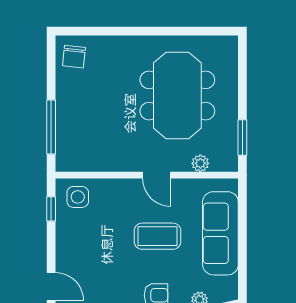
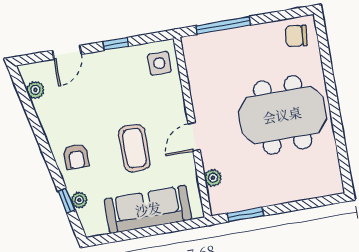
meeting table: (177, 96) -> (282, 115), moved
window: (51, 209) -> (116, 44), moved

